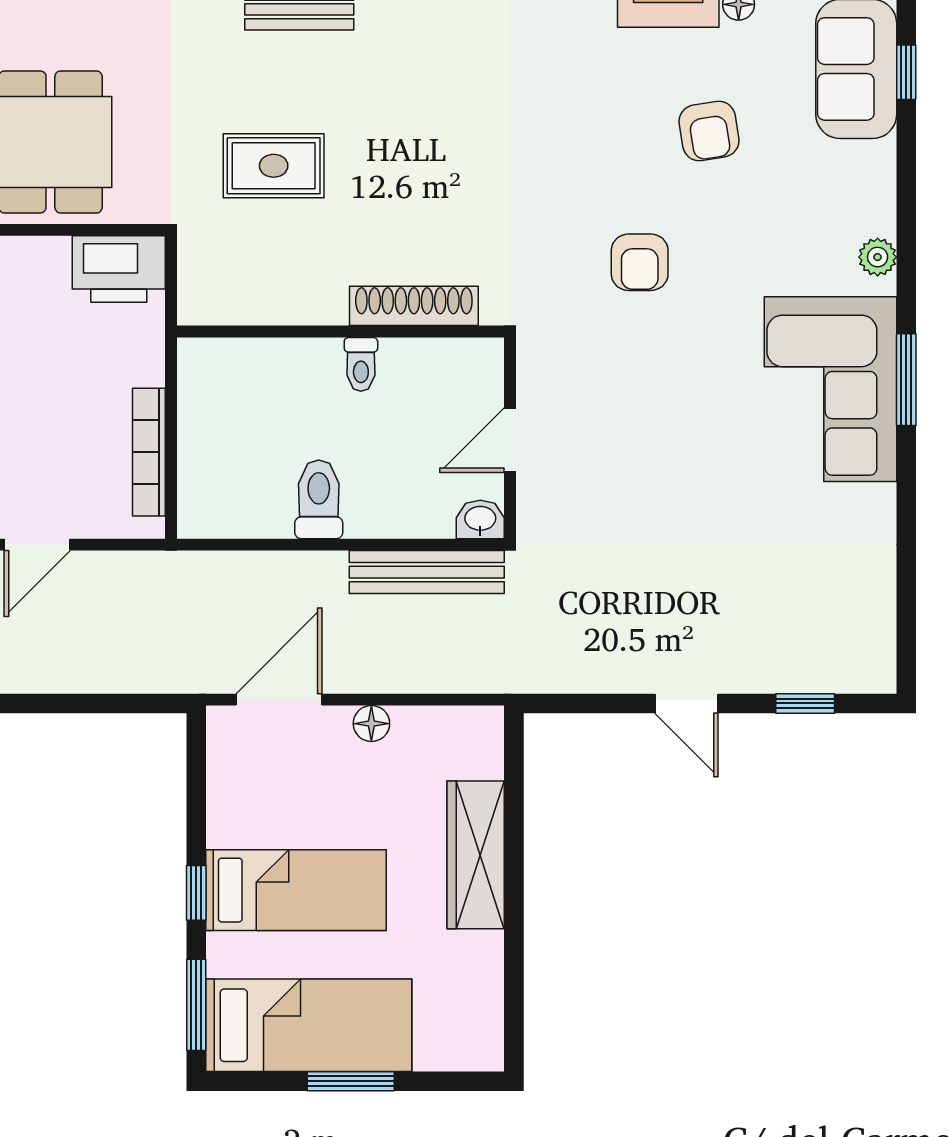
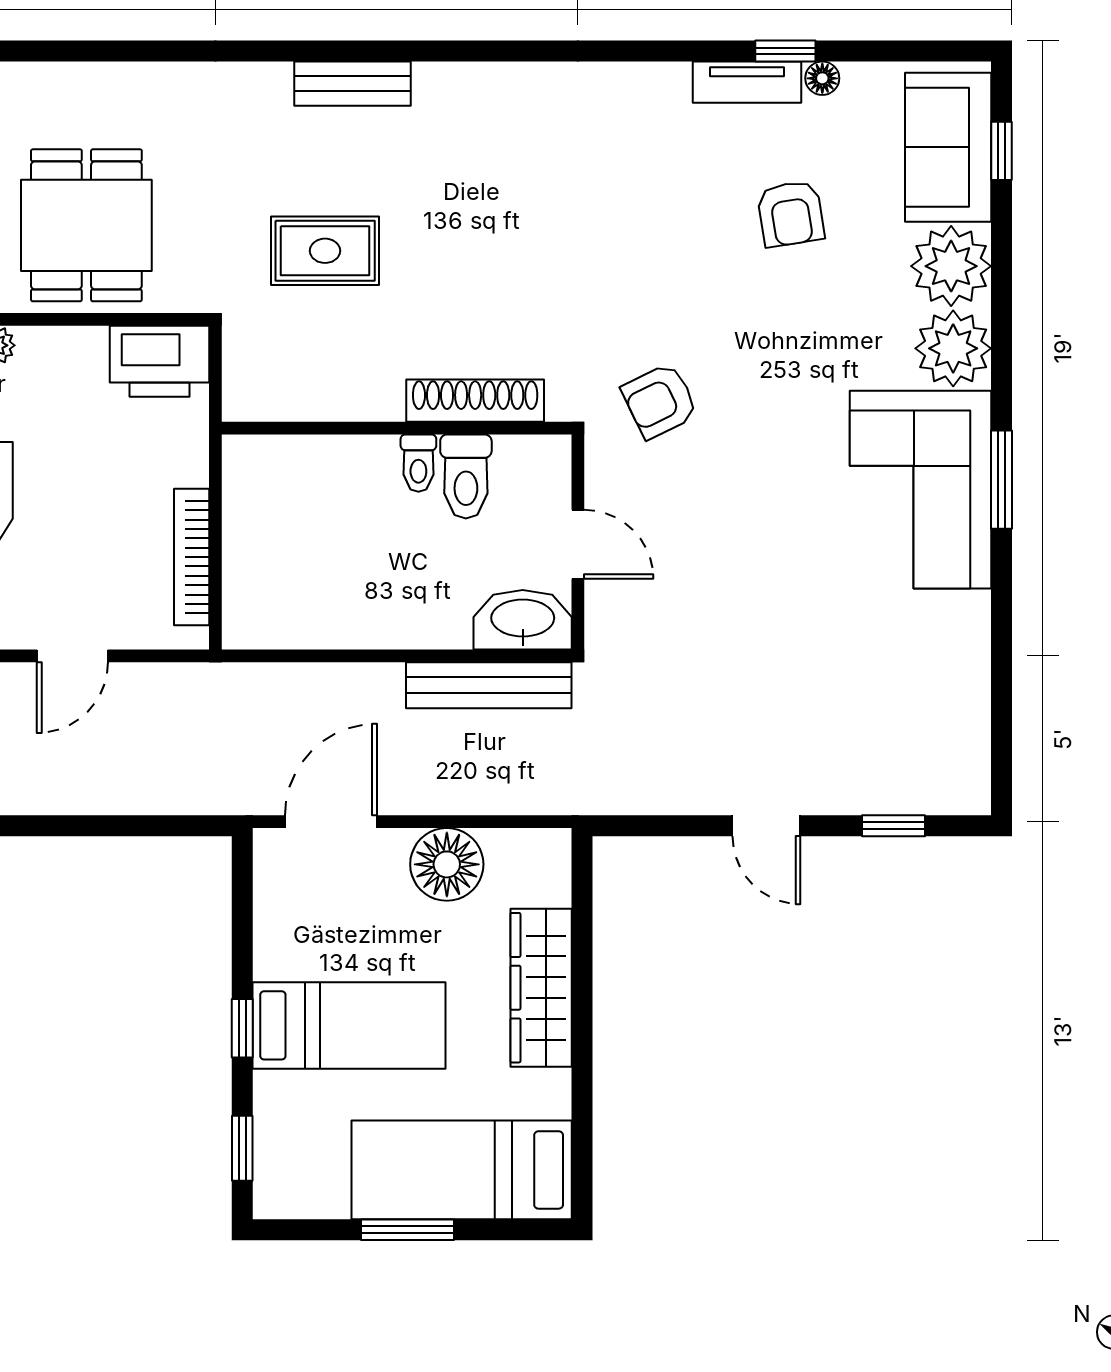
plant: (859, 180) -> (951, 266), added
plant: (878, 257) -> (953, 348), width x1.87, depth x1.87
armchair: (640, 262) -> (660, 401), moved, turned 64
door: (510, 440) -> (578, 544), swing flipped
toilet: (319, 499) -> (466, 476), moved, turned 180
washbasin: (480, 519) -> (523, 620), width x1.91, depth x1.45
floor lamp: (371, 724) -> (447, 864), width x1.89, depth x1.89
window: (196, 1005) -> (242, 1148), width x0.67
bed: (309, 1025) -> (462, 1170), moved, turned 180

